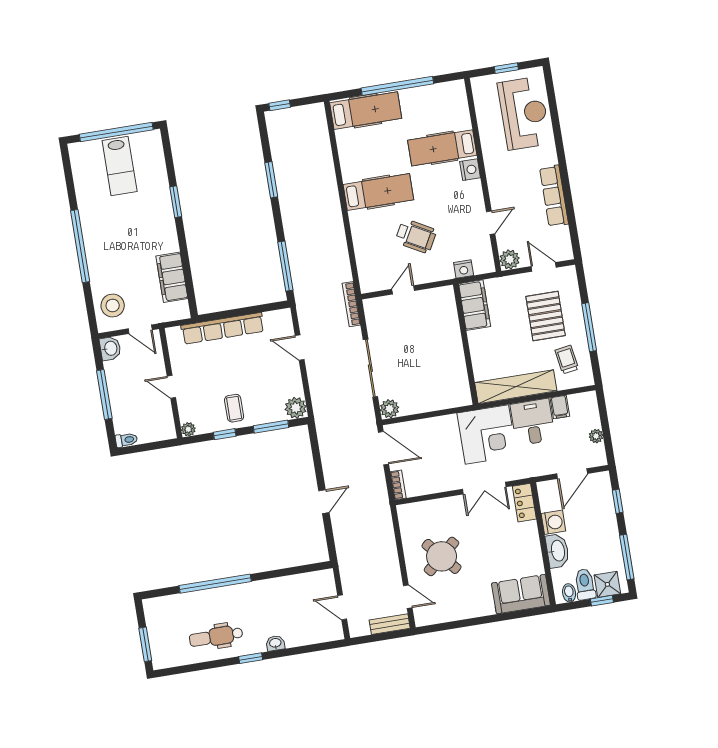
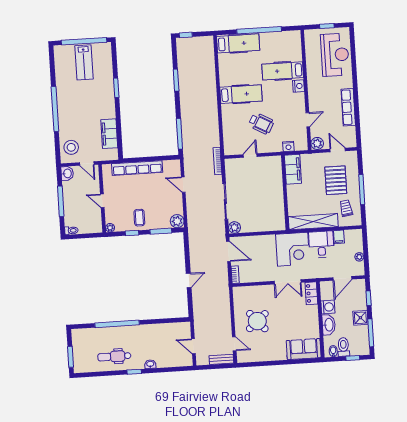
shower: (607, 584) -> (360, 318), moved

